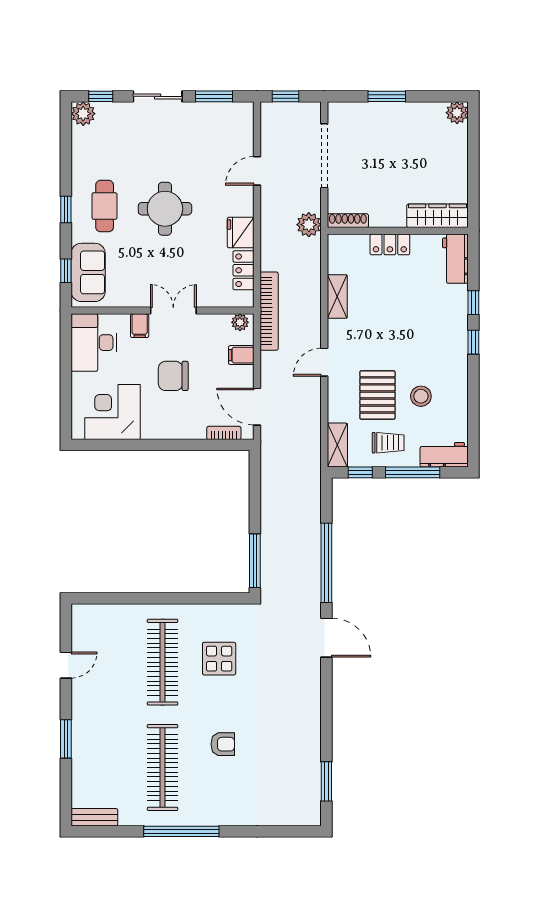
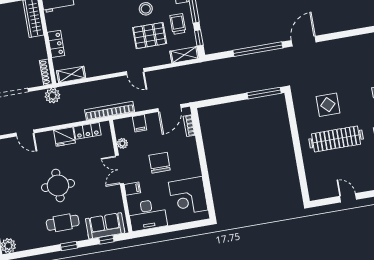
shelving: (337, 296) -> (71, 74), moved
plant: (240, 322) -> (122, 143), moved
chair: (173, 376) -> (160, 163), turned 180

